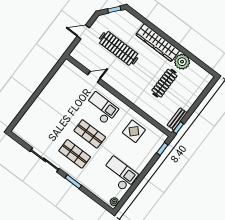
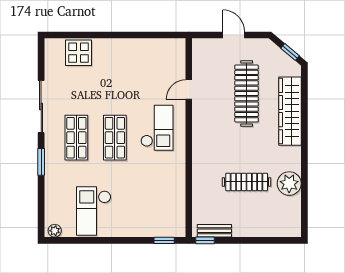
wardrobe: (158, 43) -> (290, 111), moved
door: (94, 77) -> (189, 90), swing flipped
display table: (134, 131) -> (78, 53), moved
checkout: (119, 174) -> (94, 211), turned 180

